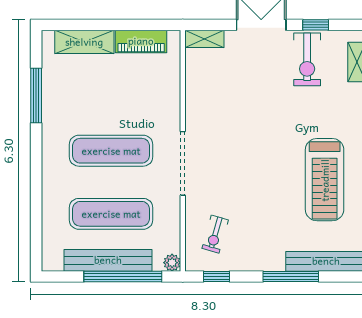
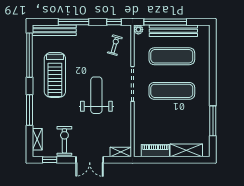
window: (316, 25) -> (50, 160), moved
weight bench: (249, 143) -> (96, 95), added
treadmill: (325, 180) -> (55, 75), turned 180

